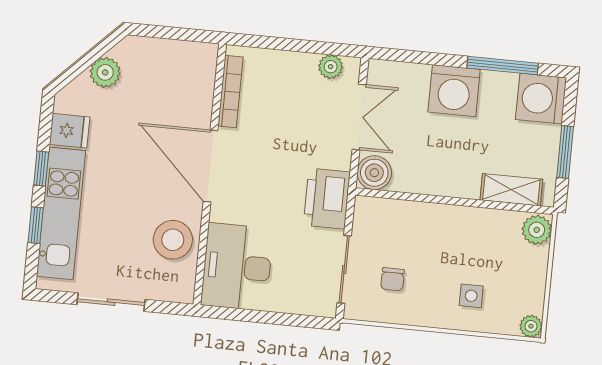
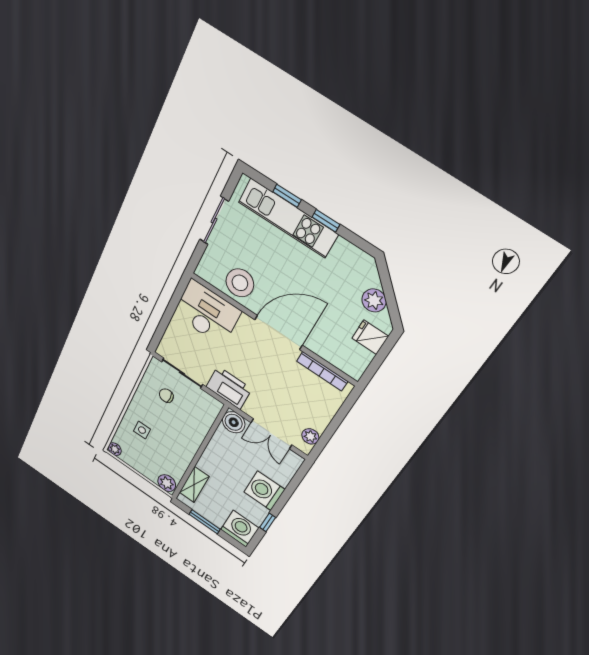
window: (503, 66) -> (268, 522), width x0.46
fridge: (70, 131) -> (370, 337), moved, turned 90

